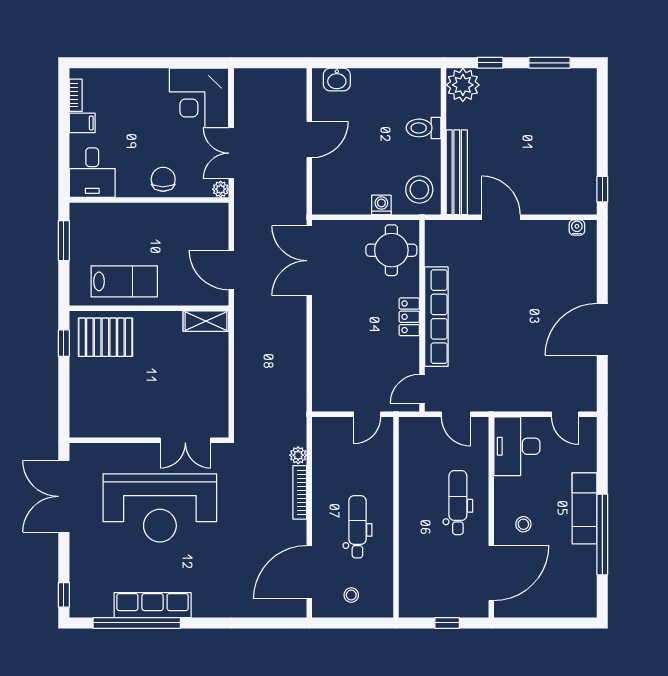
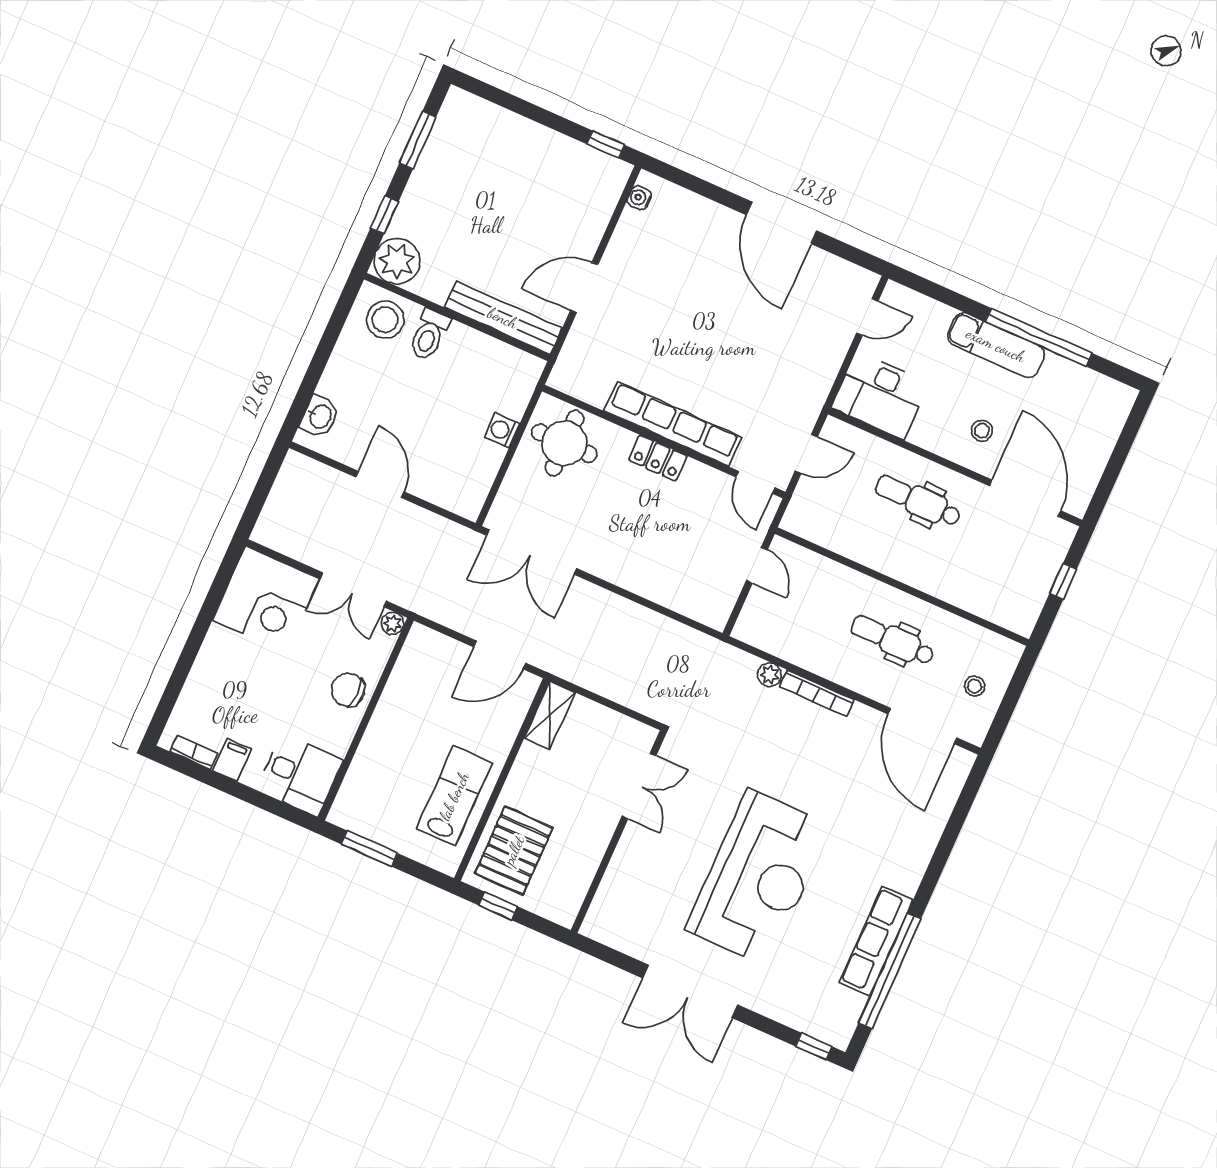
stool: (419, 190) -> (385, 320), moved
wall: (149, 440) -> (619, 832), moved
double door: (185, 440) -> (639, 786), moved

